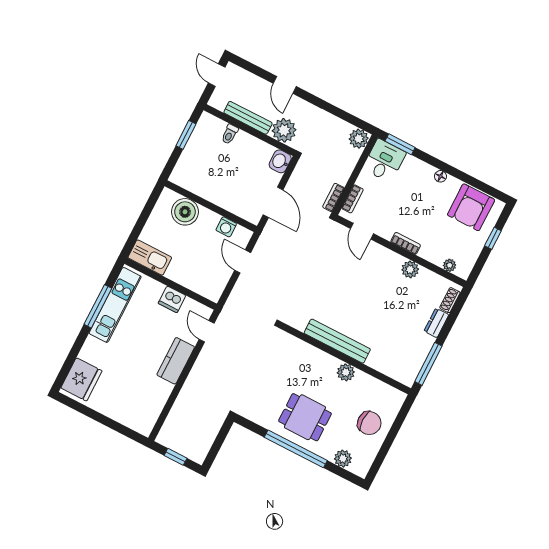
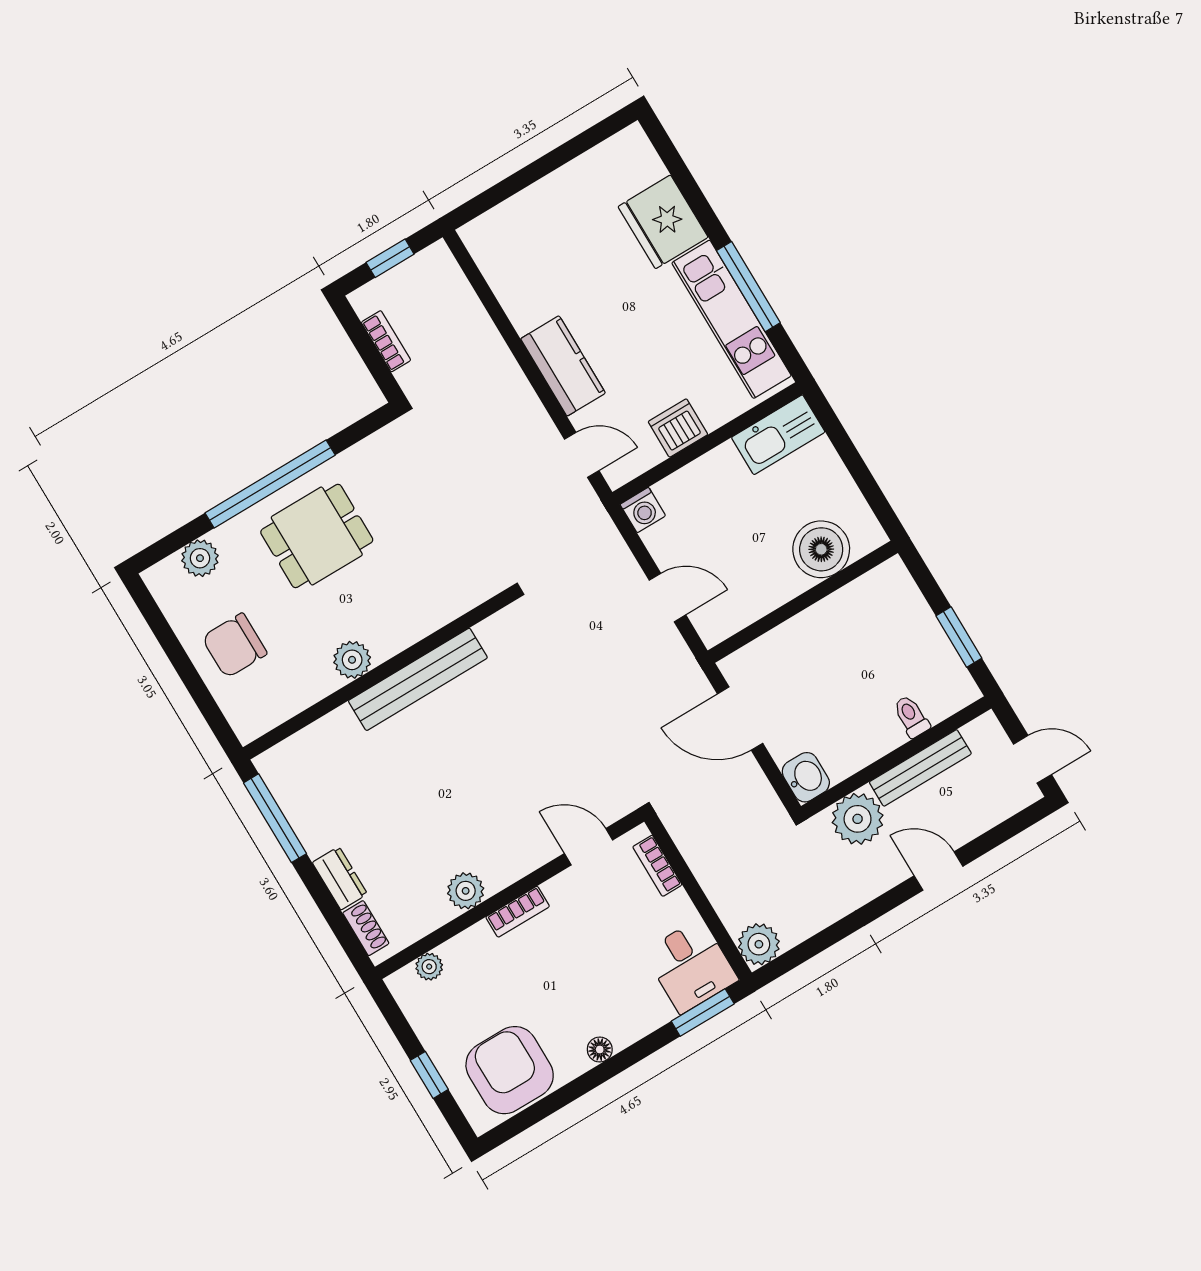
bookcase: (333, 197) -> (386, 341), moved
washing machine: (226, 227) -> (643, 510), moved, turned 180
fridge: (81, 379) -> (663, 222), moved

